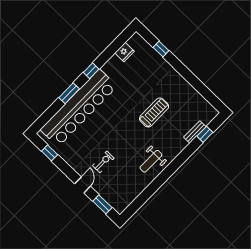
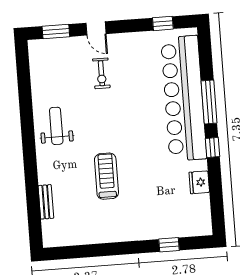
fridge: (124, 52) -> (199, 182), moved
window: (69, 93) -> (209, 102), width x1.44
treadmill: (154, 112) -> (106, 176), turned 180
window: (205, 134) -> (34, 211), removed

